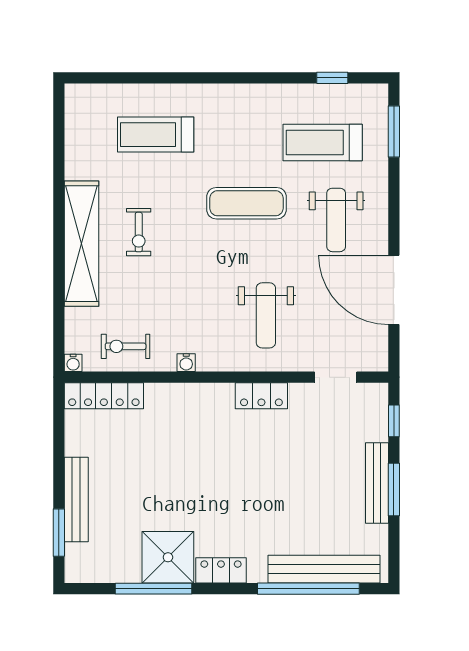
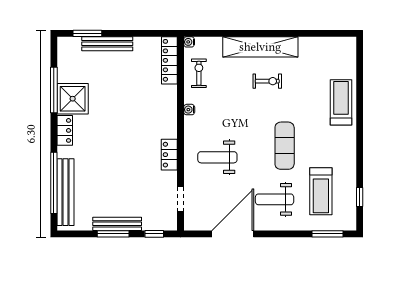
treadmill: (156, 135) -> (341, 102), moved
treadmill: (323, 142) -> (321, 191), turned 180
exercise bike: (139, 232) -> (267, 81), turned 180

